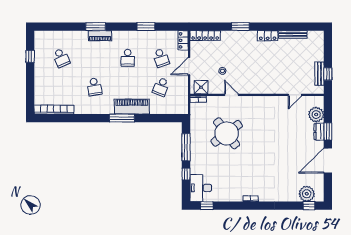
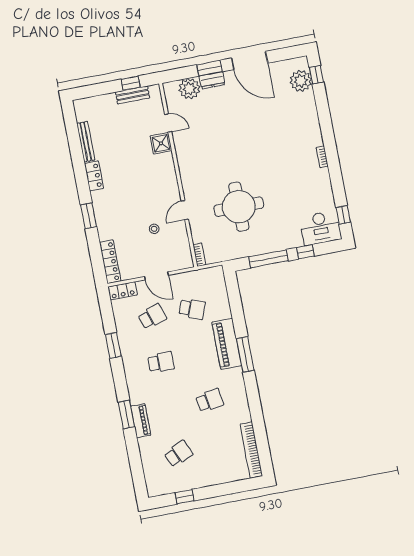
piano: (100, 36) -> (141, 421), moved
shower: (201, 87) -> (161, 143), moved
round table: (227, 133) -> (239, 207), turned 37

